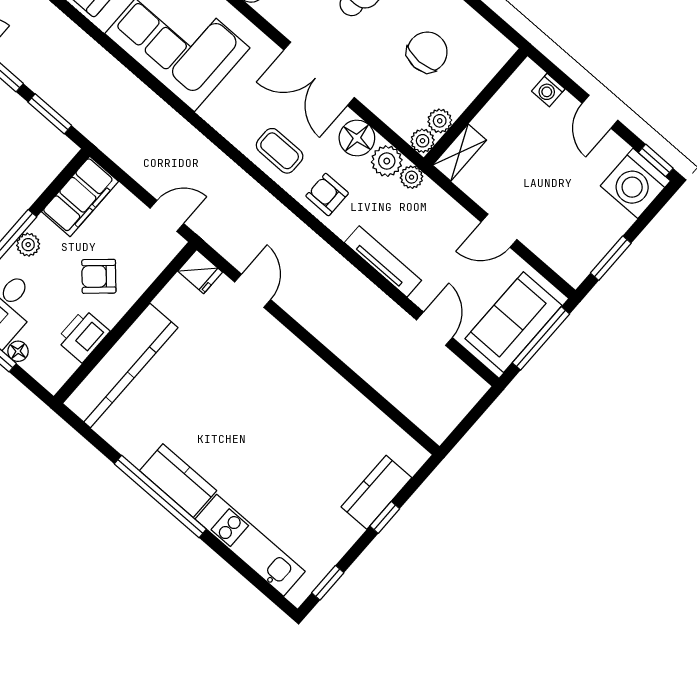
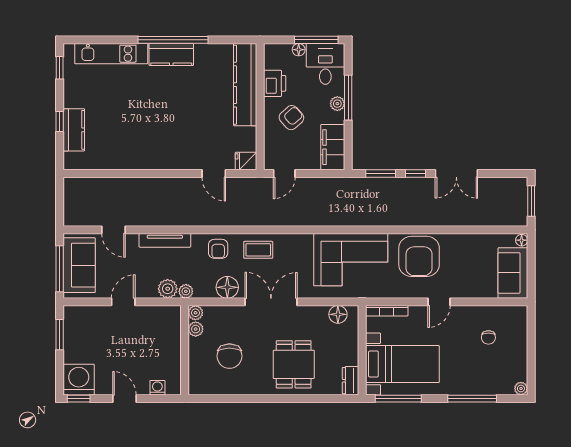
shelving: (459, 153) -> (173, 322), removed
plant: (387, 161) -> (168, 289), moved
armchair: (327, 195) -> (218, 249), turned 90

